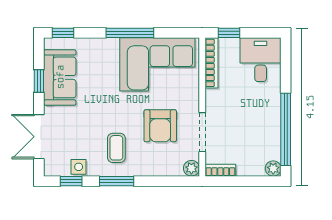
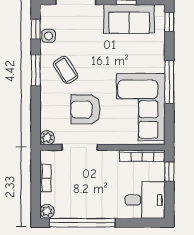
coffee table: (116, 148) -> (66, 70), turned 57
bookcase: (220, 170) -> (46, 178), moved

